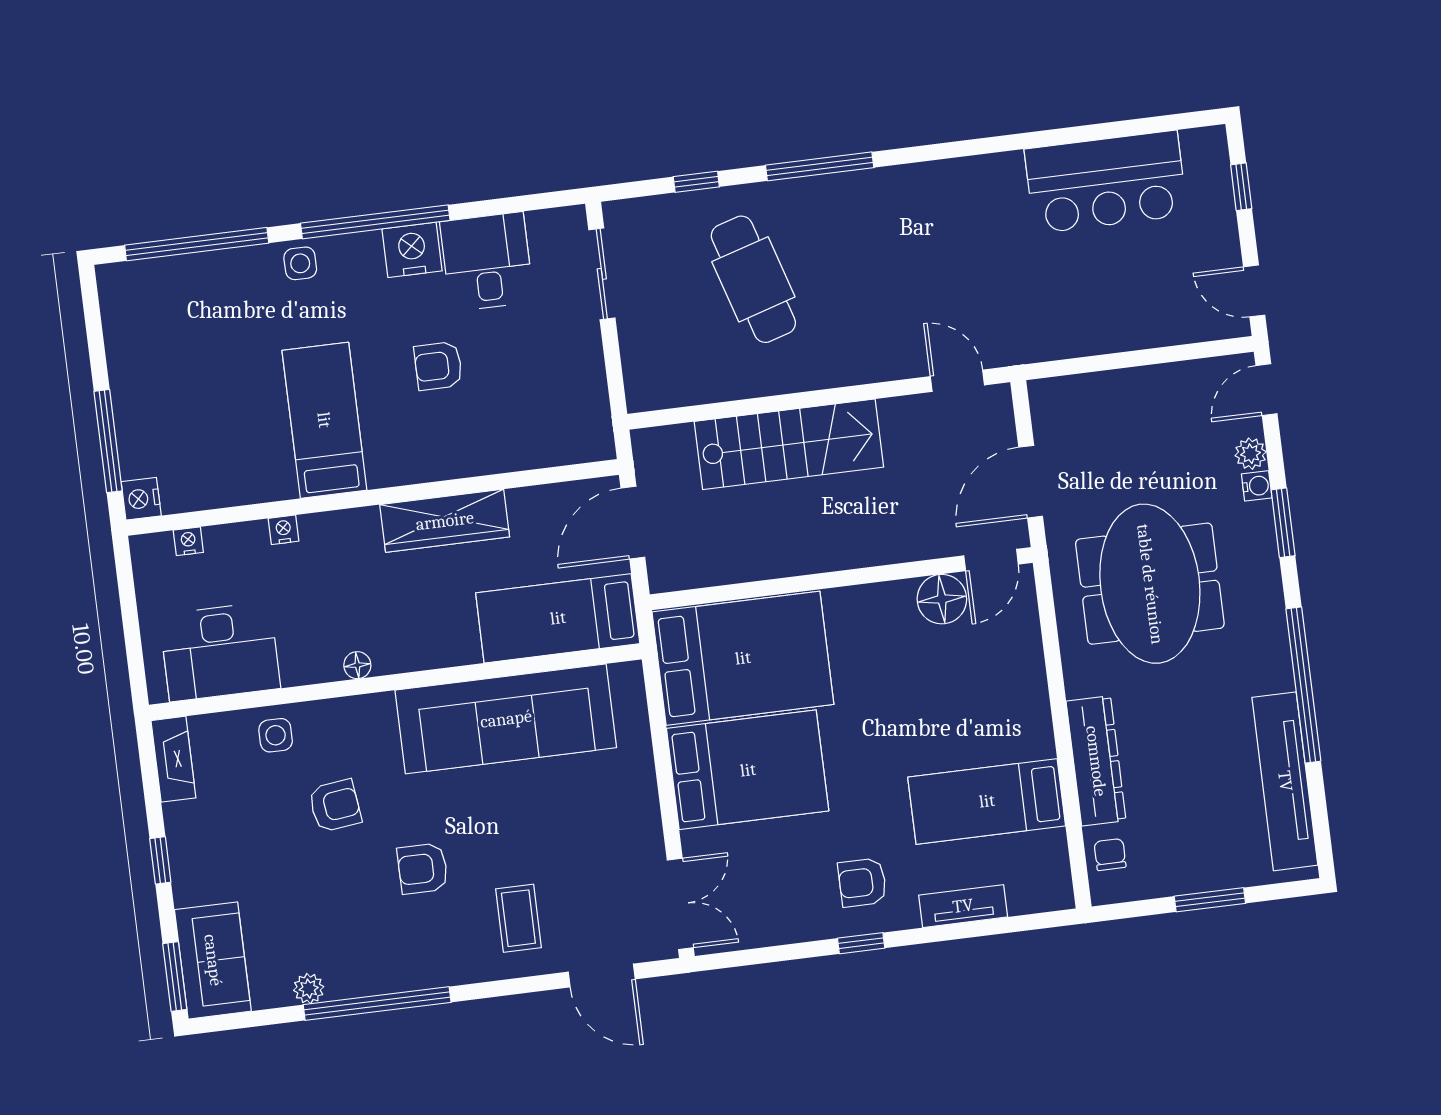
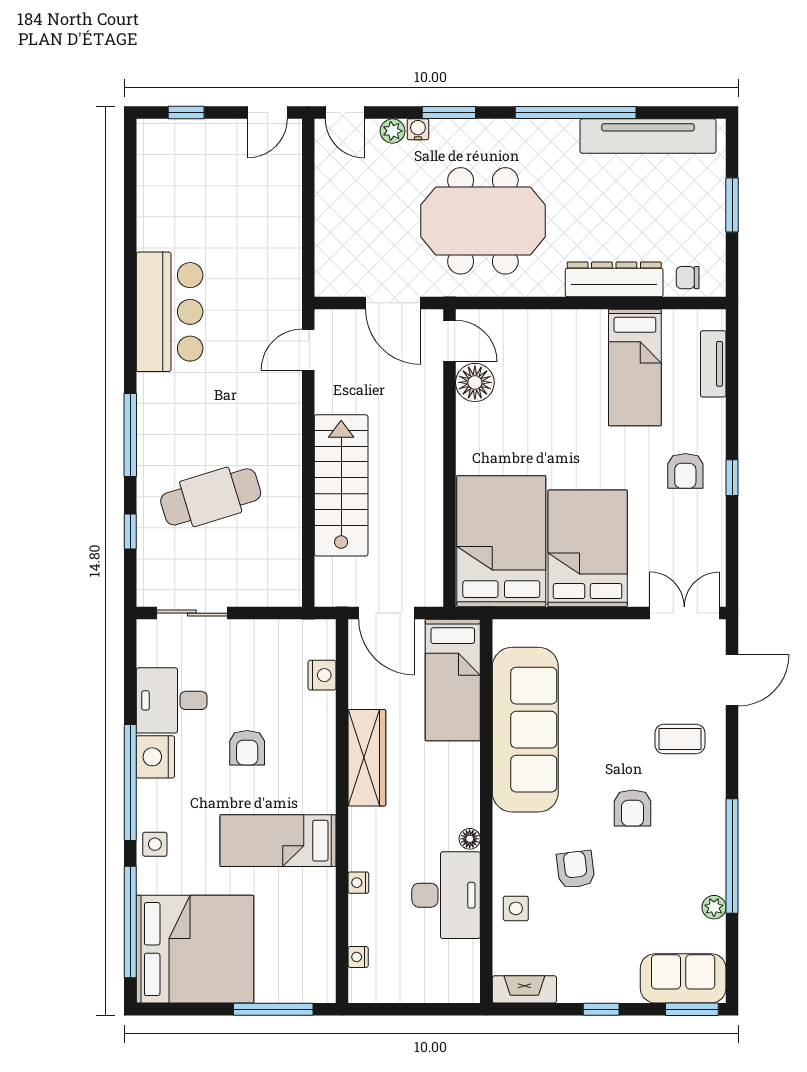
bar counter: (1106, 182) -> (170, 312), moved
bed: (172, 331) -> (195, 949), added
nightstand: (141, 499) -> (322, 675), moved, turned -90
desk: (220, 652) -> (446, 895), moved
tv unit: (963, 906) -> (713, 364), moved

